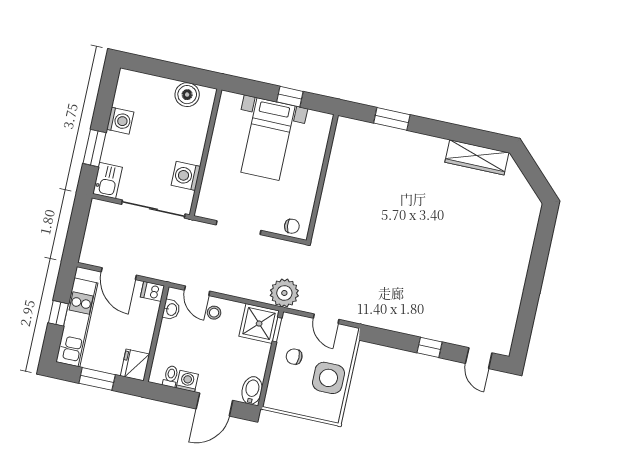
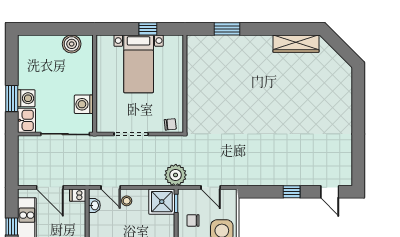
washing machine: (120, 121) -> (26, 98), moved

